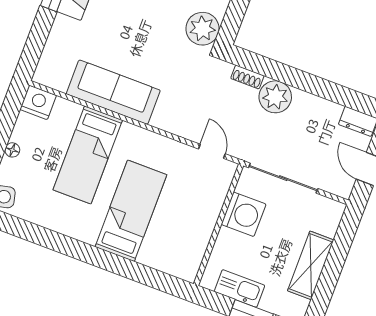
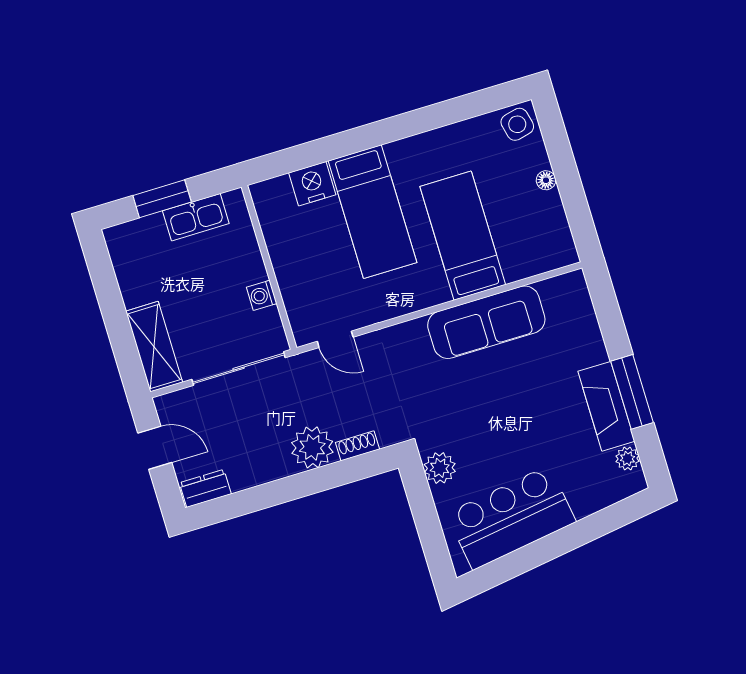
plant: (202, 29) -> (440, 468), width x0.73, depth x0.73
nightstand: (38, 102) -> (312, 184), moved, turned 180
washing machine: (244, 214) -> (262, 295), width x0.53, depth x0.53
shelving: (311, 265) -> (154, 347), moved

